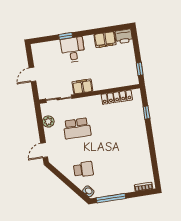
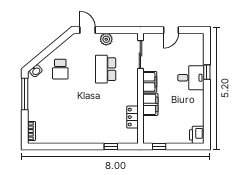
filing cabinet: (105, 40) -> (150, 104), moved, turned 180
door: (33, 74) -> (171, 30), swing flipped
locker: (117, 97) -> (133, 117), width x0.66
plant: (48, 122) -> (106, 39), moved

